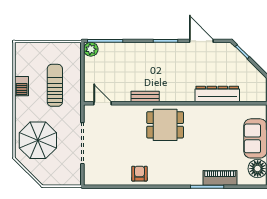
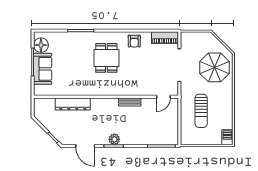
plant: (91, 49) -> (114, 139), moved
barbecue: (22, 86) -> (227, 137), moved
door: (103, 103) -> (163, 97), hinge flipped
dining table: (165, 125) -> (106, 58), moved, turned 90
piano: (220, 178) -> (165, 38), moved

